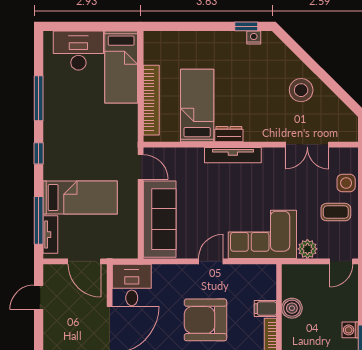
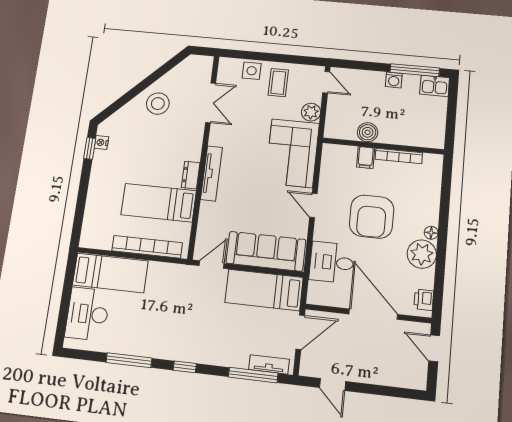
bed: (80, 198) -> (264, 290), moved, turned -90
desk: (132, 285) -> (332, 262), moved

